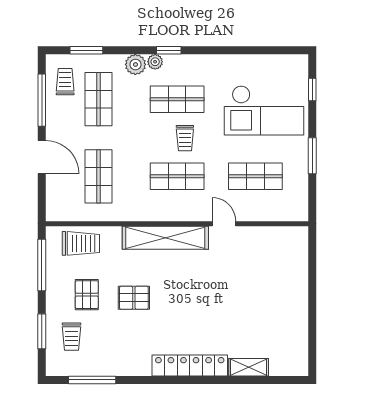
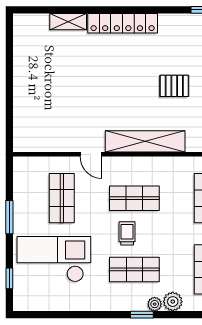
shop shelf: (255, 176) -> (62, 198), turned 90

